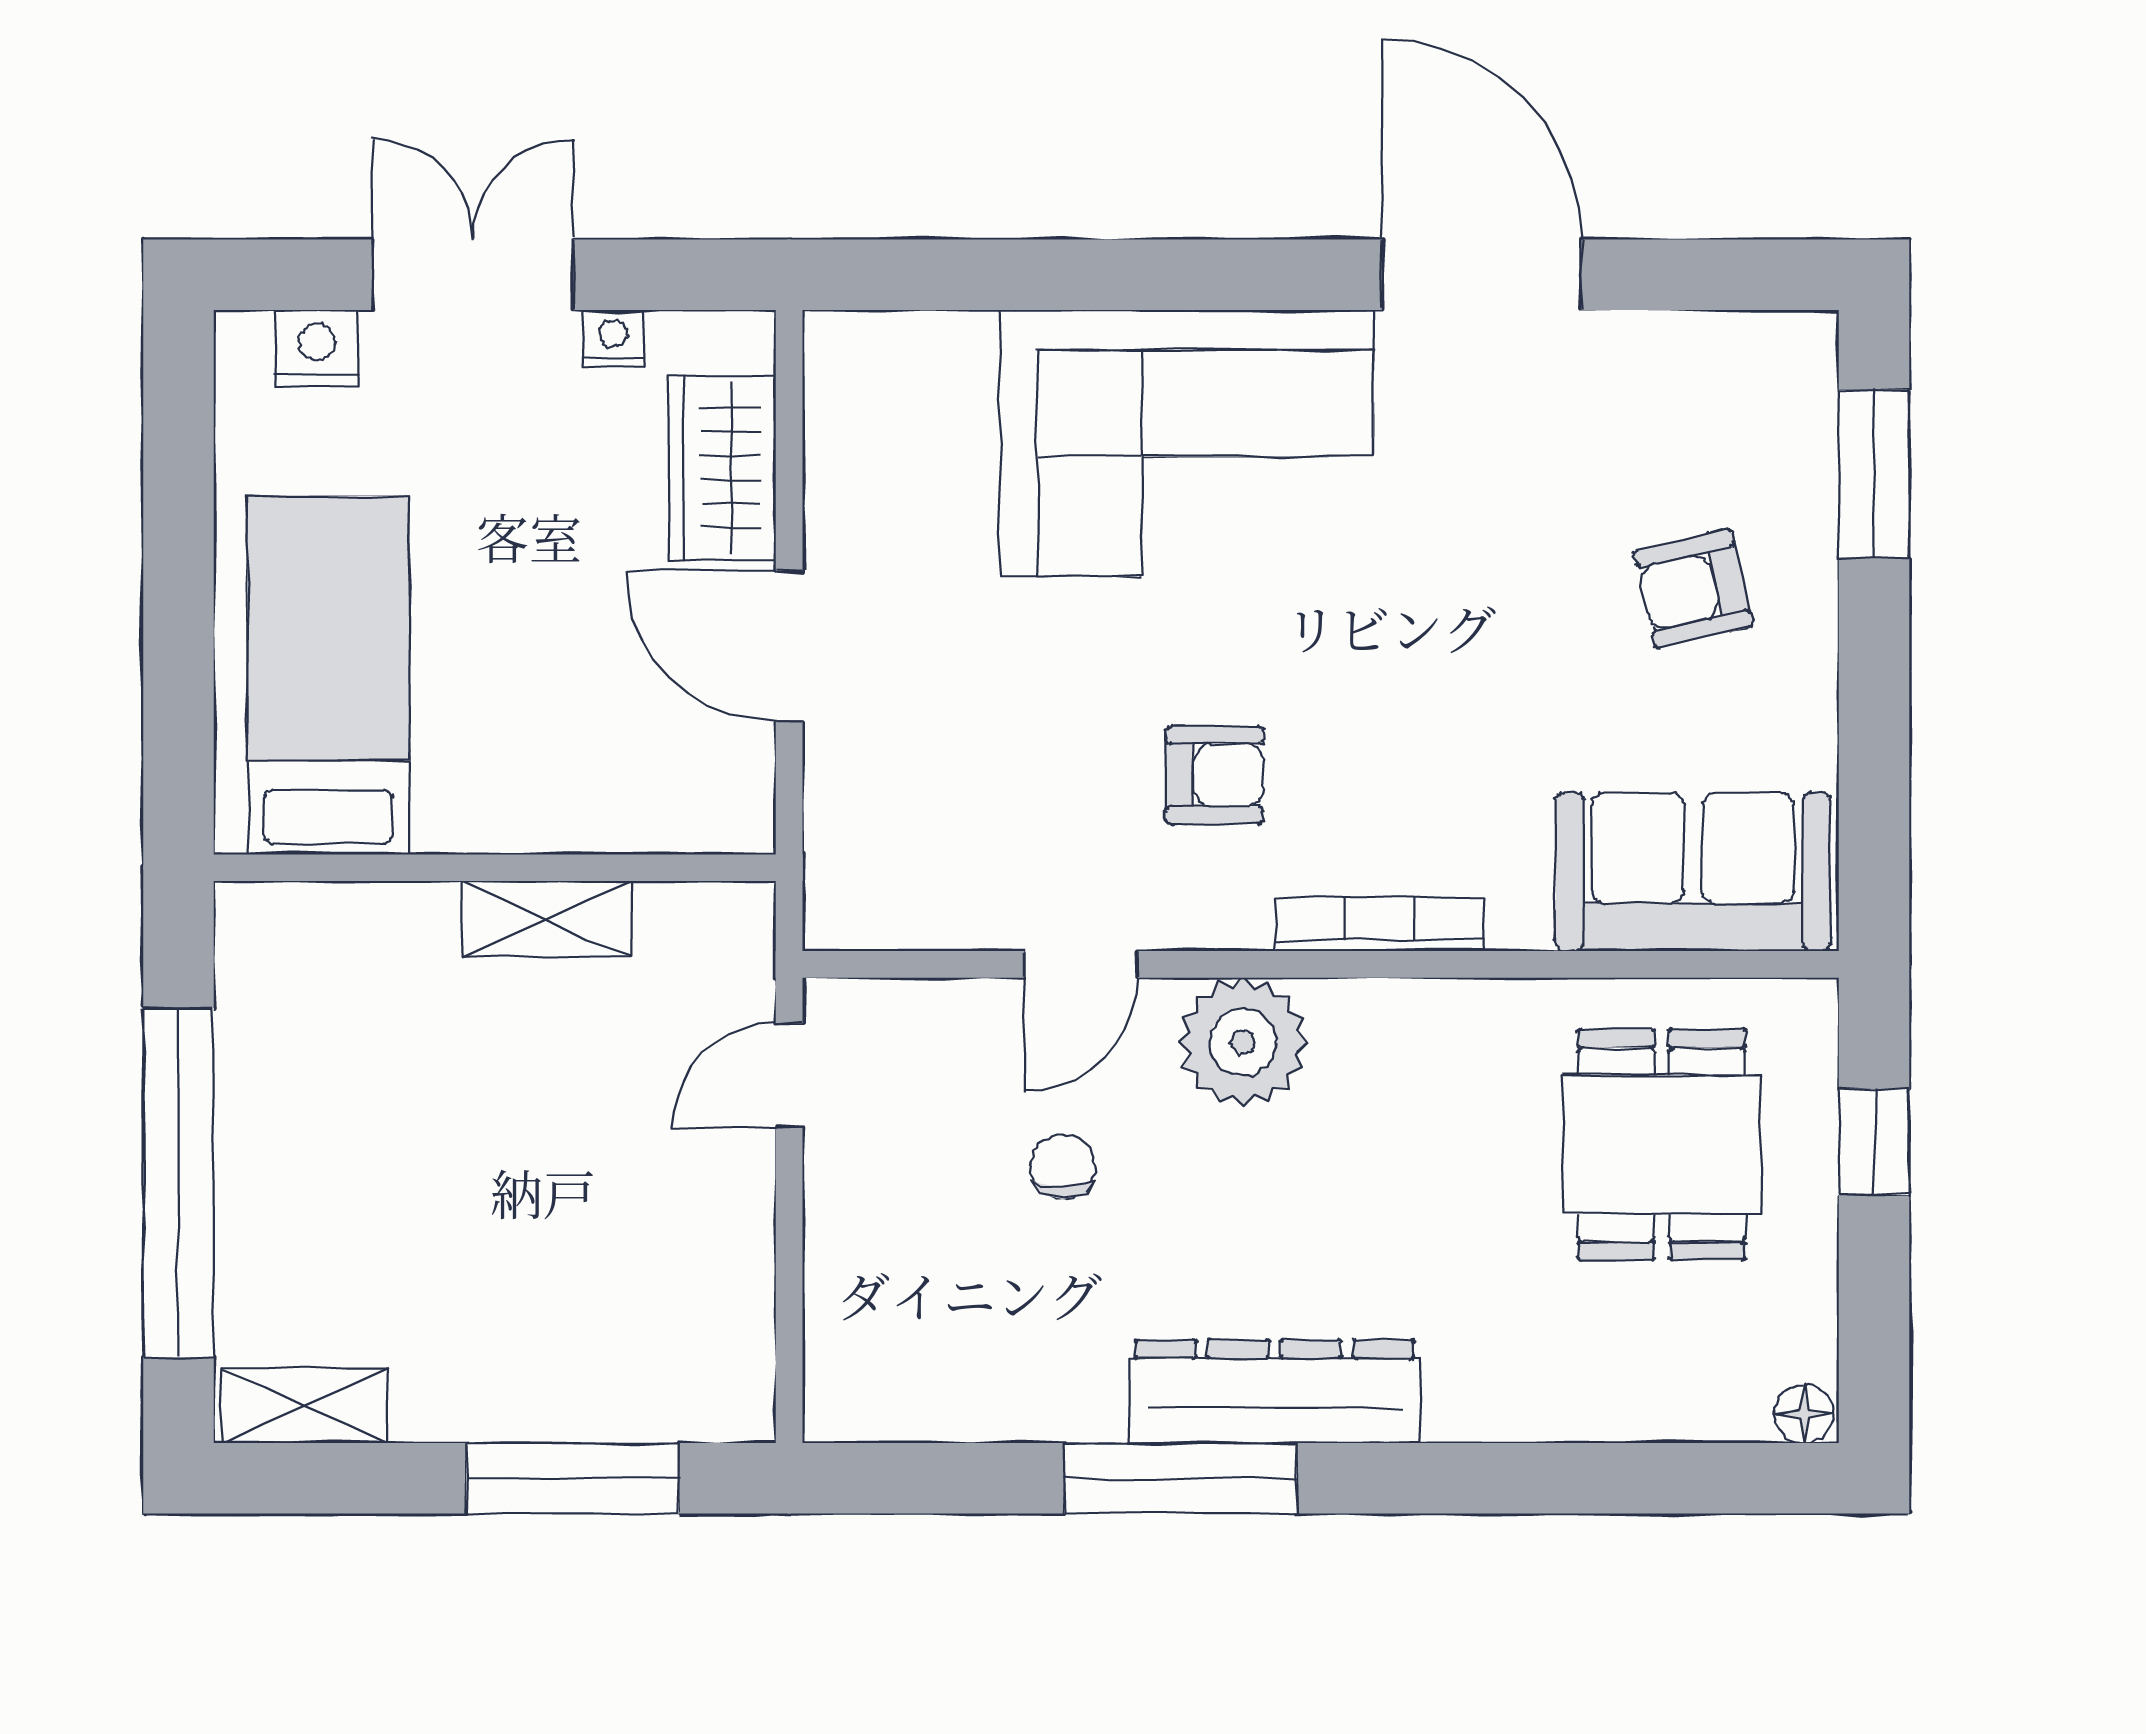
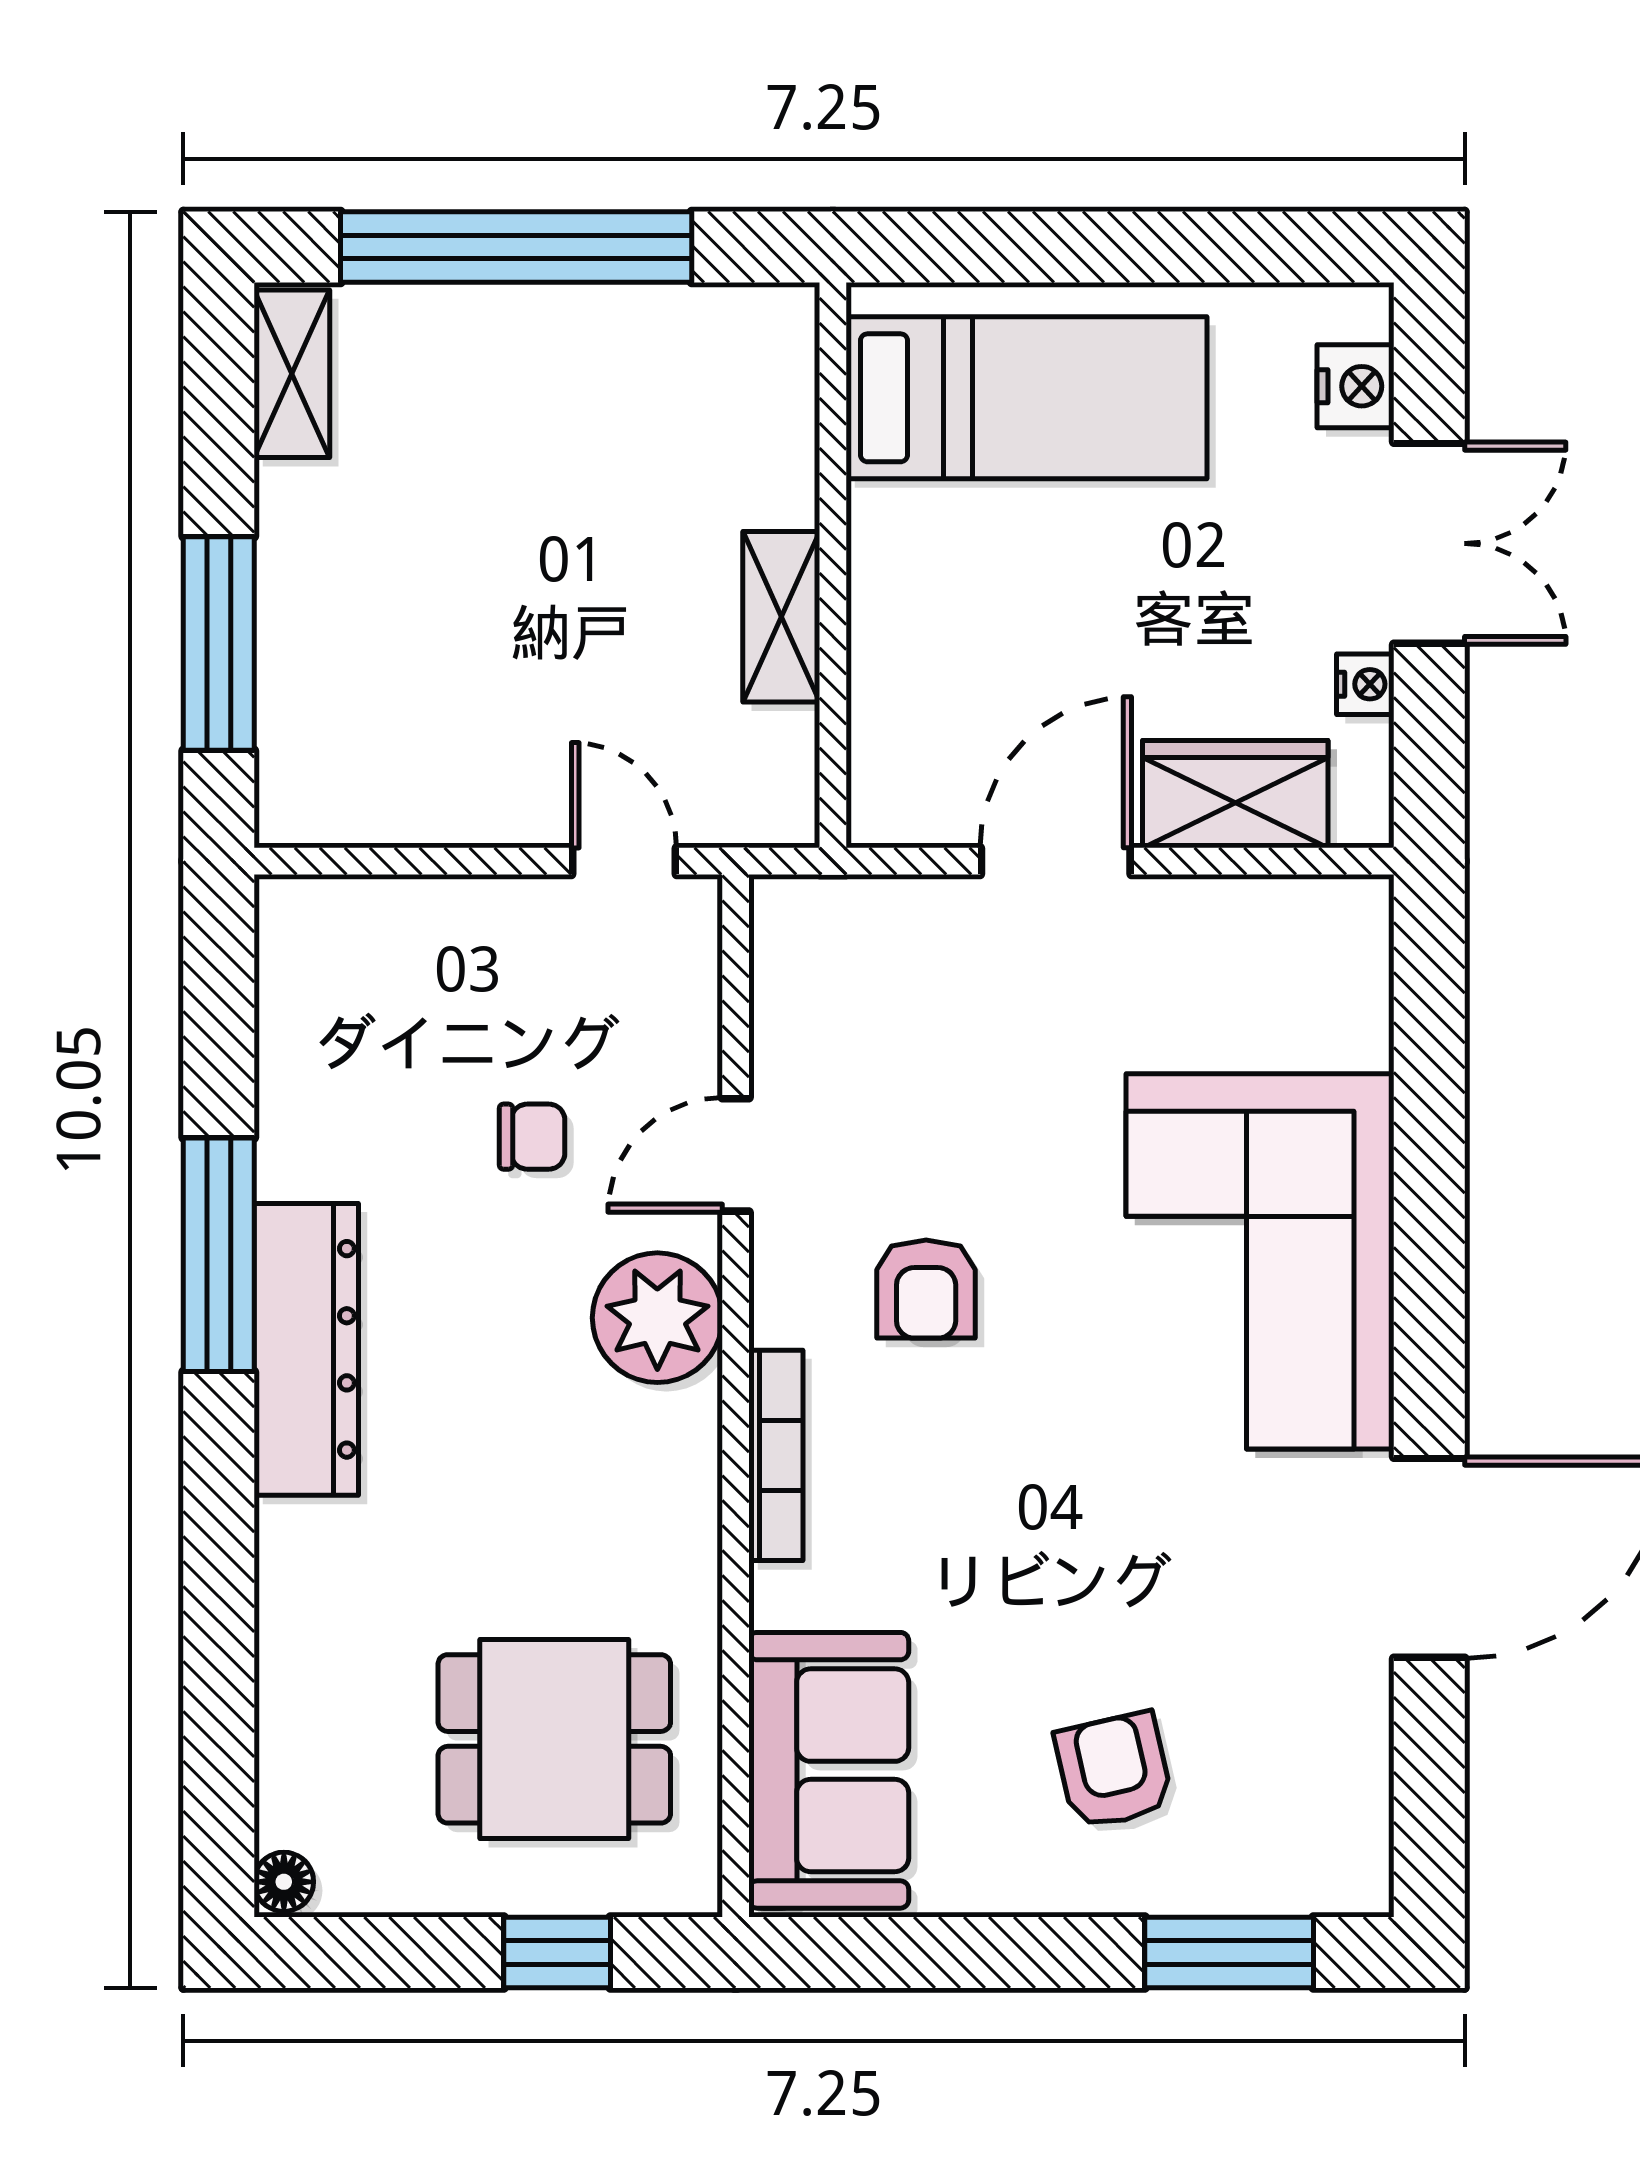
door: (1081, 964) -> (736, 1155), hinge flipped

